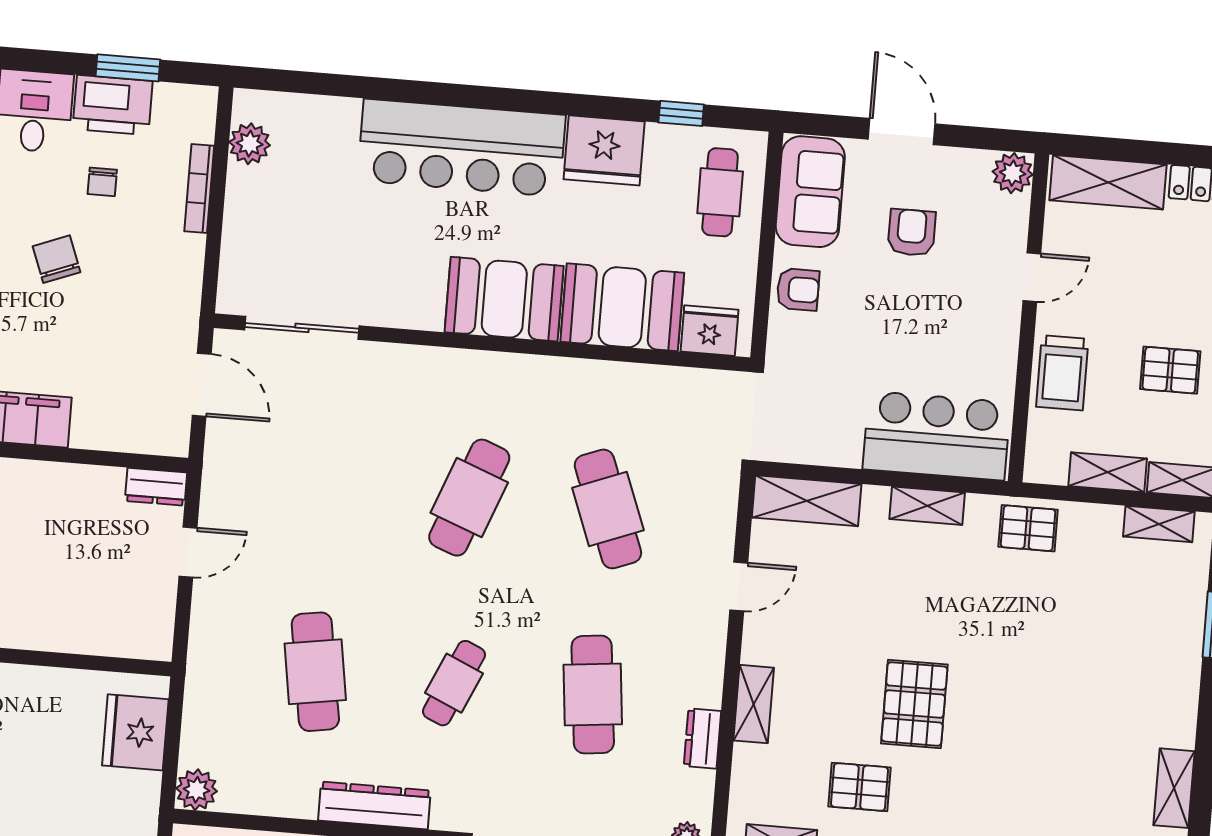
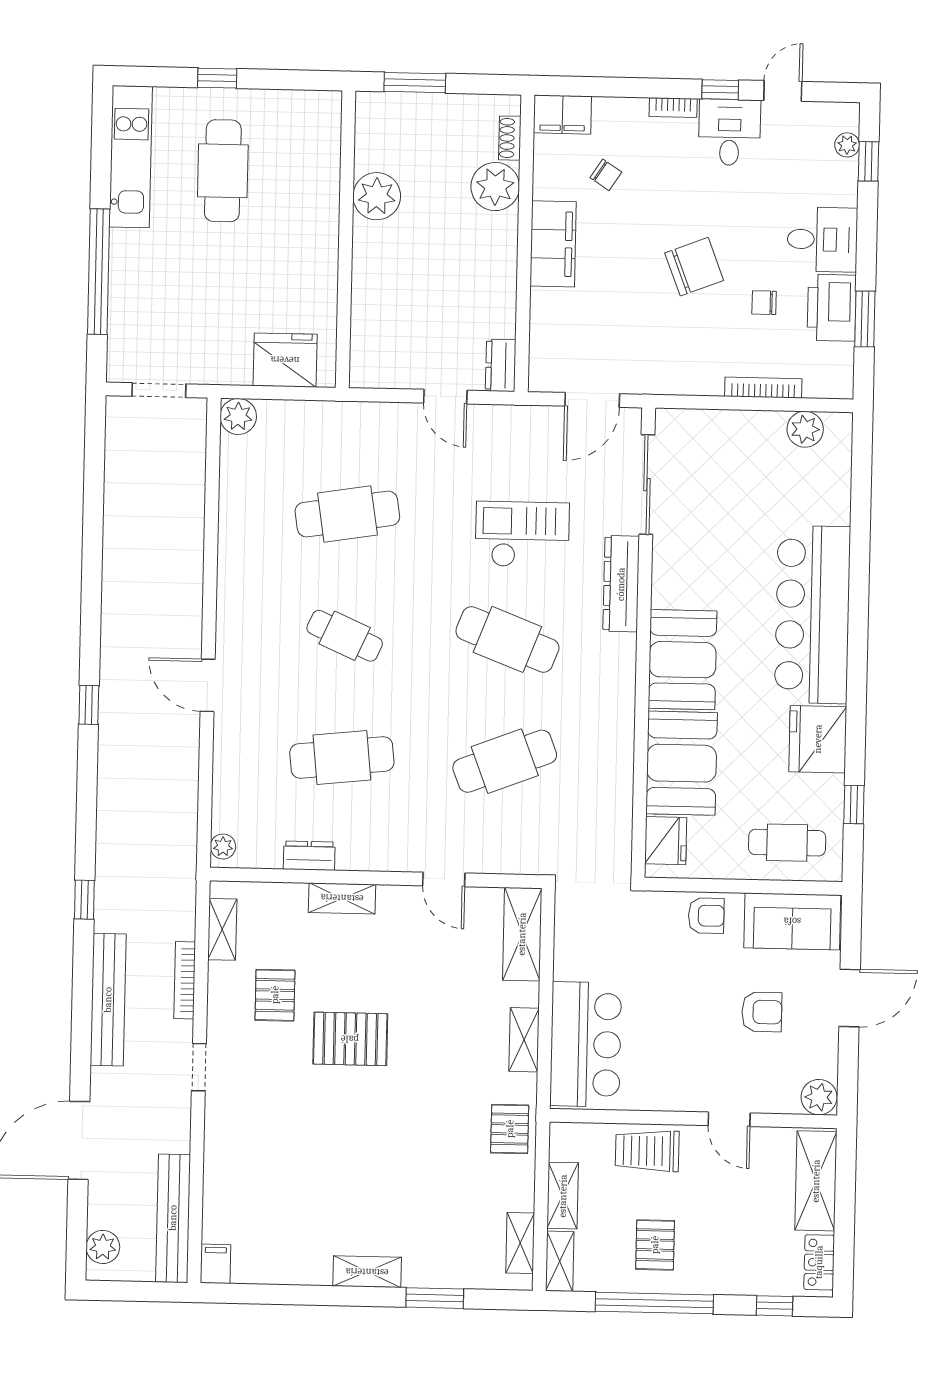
chair: (57, 259) -> (694, 267), width x1.37, depth x1.37
armchair: (798, 289) -> (706, 916), turned -90
checkout: (350, 474) -> (522, 534), added
shelving: (1174, 788) -> (367, 1272), moved
dresser: (374, 805) -> (621, 584), moved, turned 180

